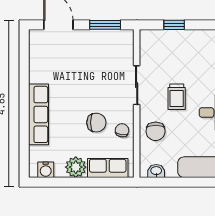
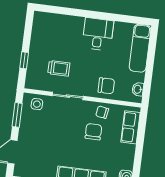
side table: (122, 48) -> (37, 104), added
trolley: (177, 97) -> (59, 68), moved
plant: (76, 167) -> (127, 153), removed

